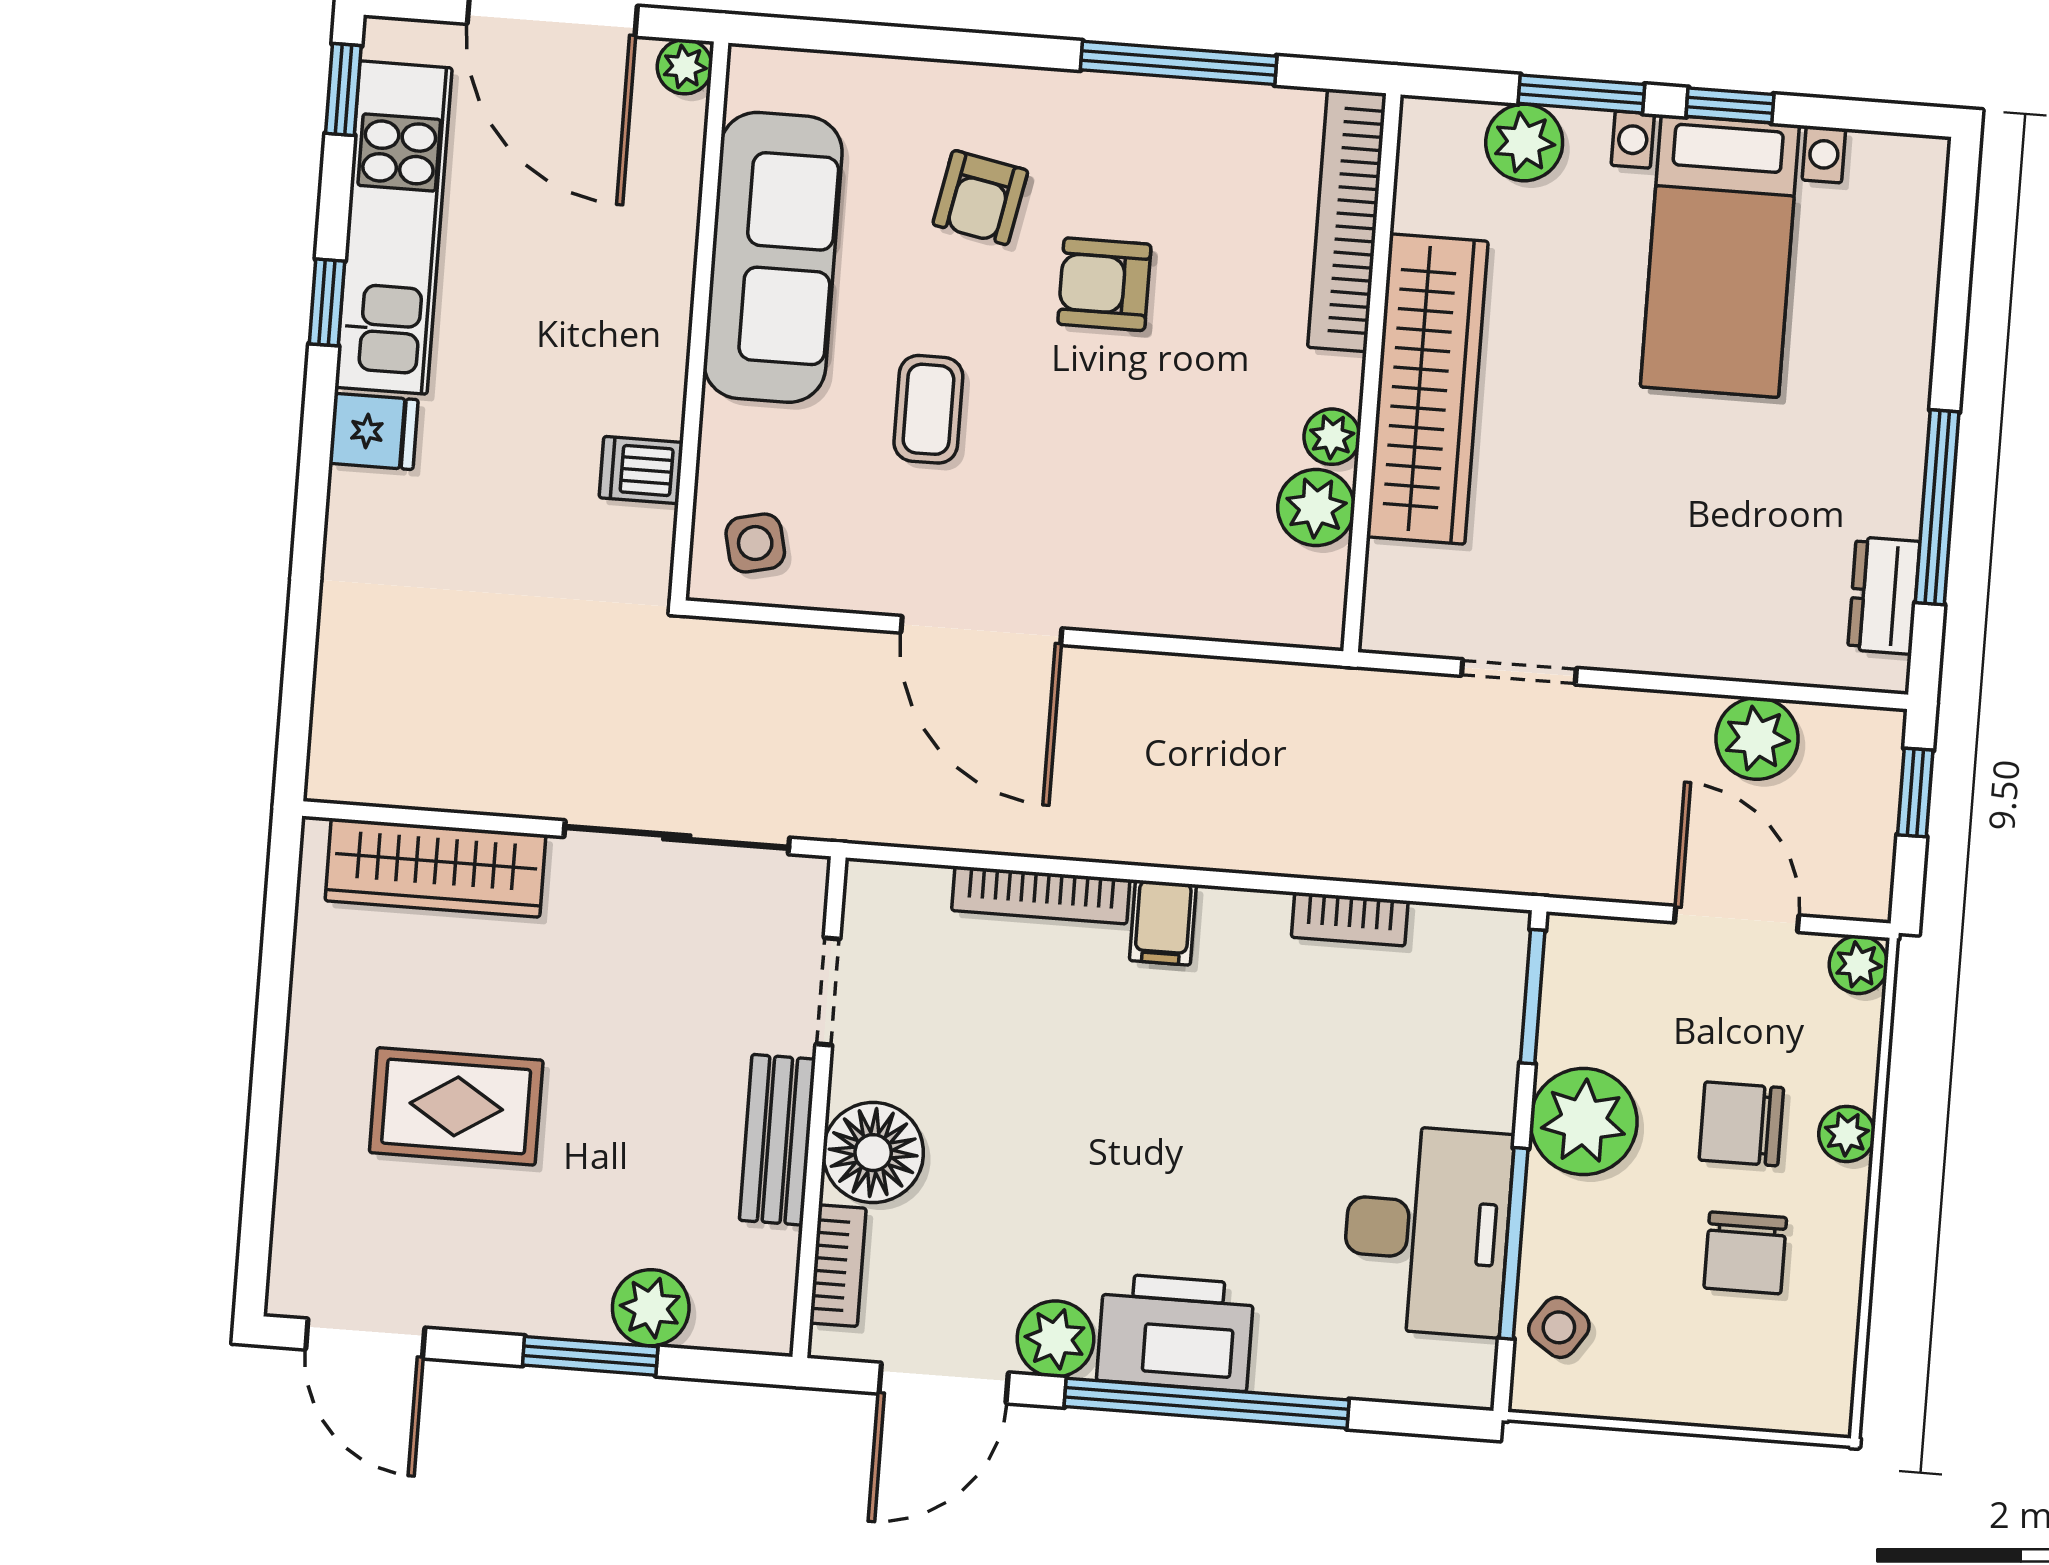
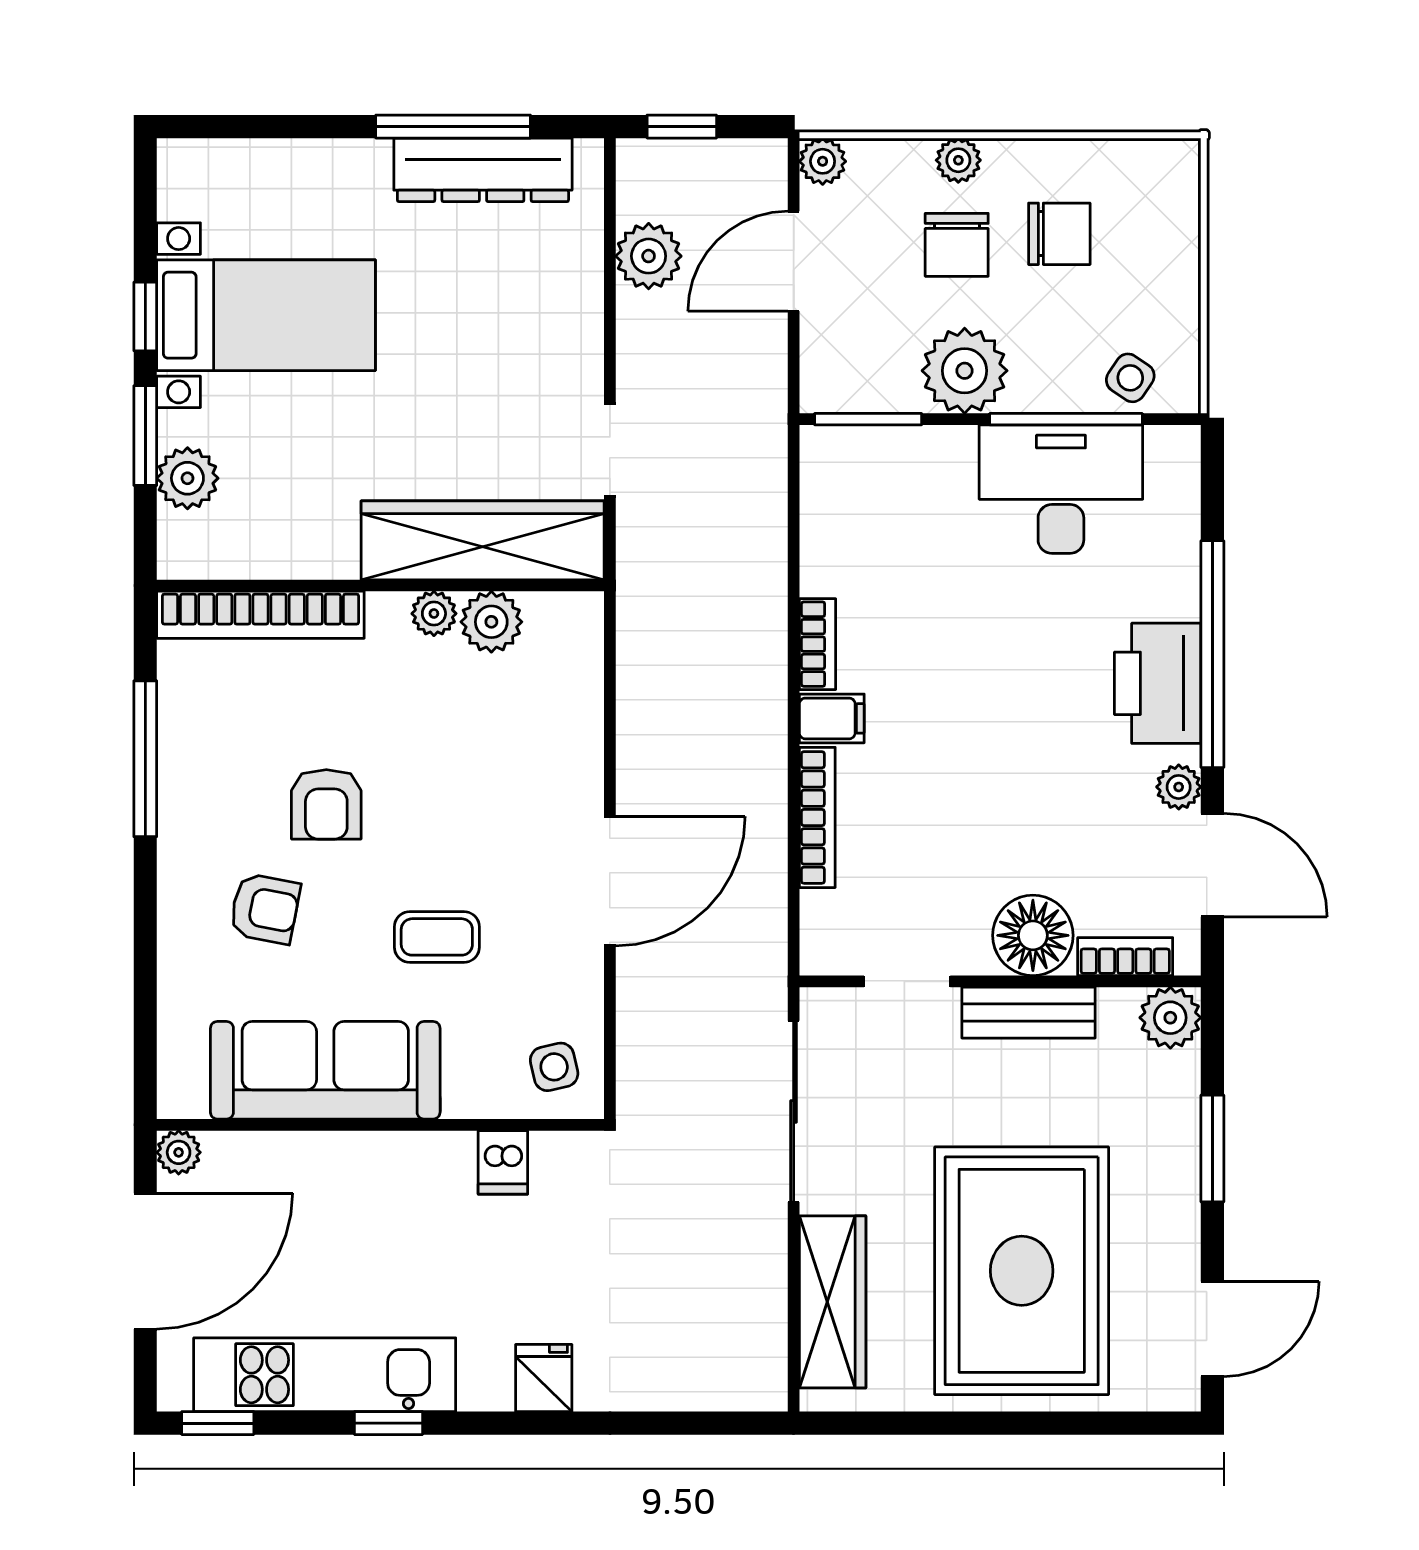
wardrobe: (1427, 389) -> (483, 540), moved
fridge: (374, 431) -> (544, 1378), moved
dresser: (1884, 596) -> (483, 170), width x1.96, depth x1.24
bookcase: (1350, 919) -> (817, 644), moved
rug: (456, 1106) -> (1022, 1271), width x1.86, depth x2.06
plant: (651, 1308) -> (1170, 1018), moved
plant: (1055, 1339) -> (1179, 787), width x0.73, depth x0.73

